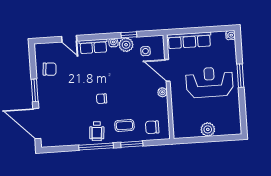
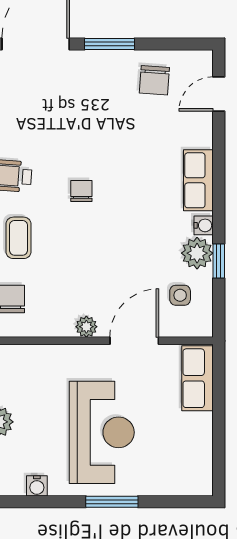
water cooler: (231, 35) -> (37, 486), moved
door: (69, 39) -> (219, 94), moved
row of seats: (189, 40) -> (197, 378), width x0.68

